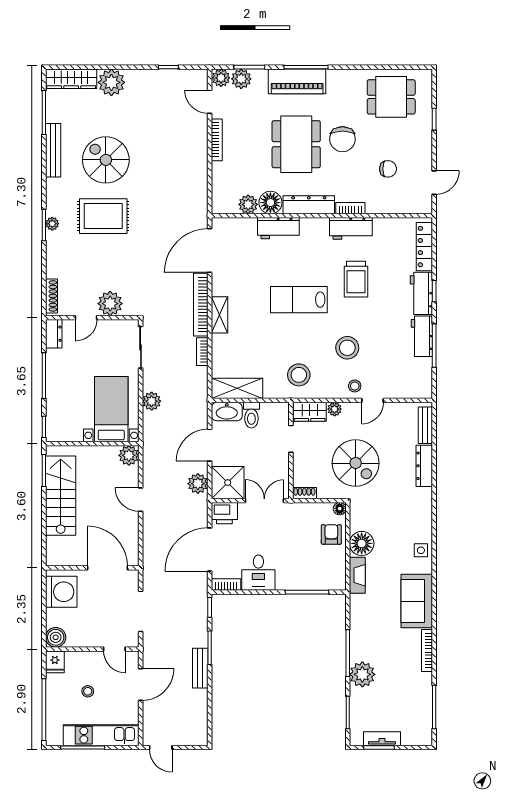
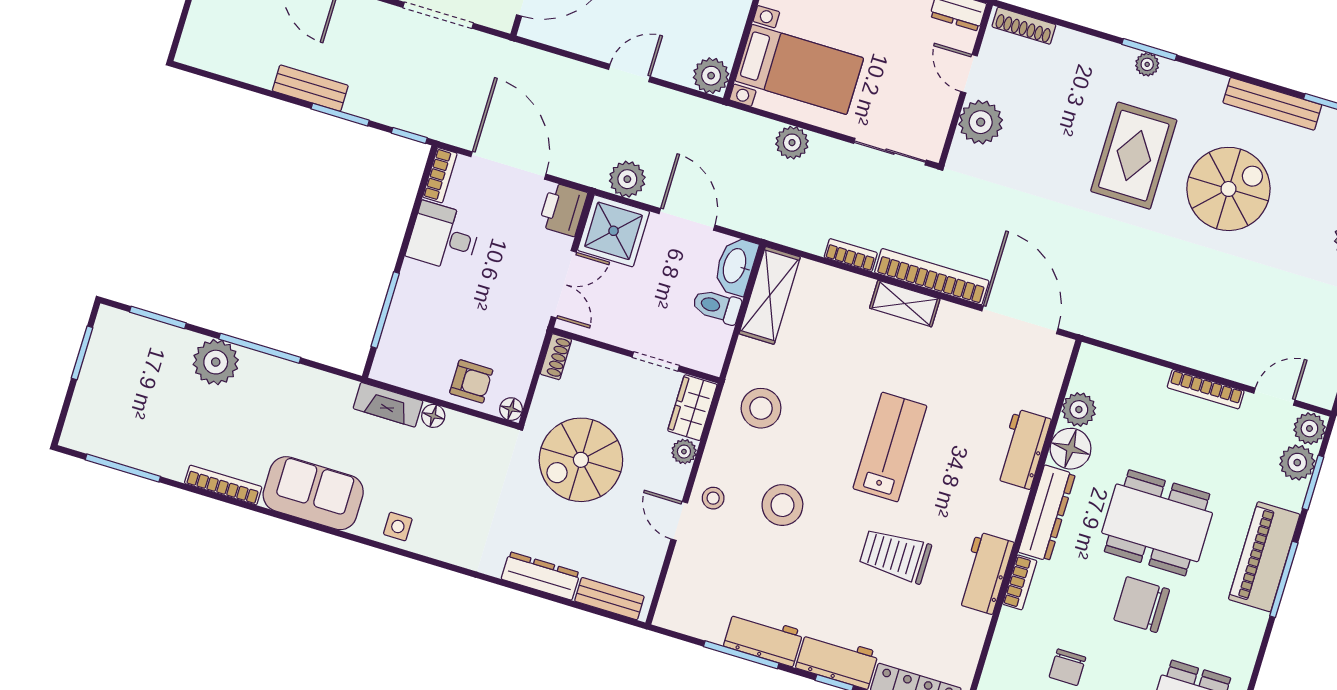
floor lamp: (362, 543) -> (433, 416), width x0.53, depth x0.53
tv unit: (382, 739) -> (96, 363), removed

